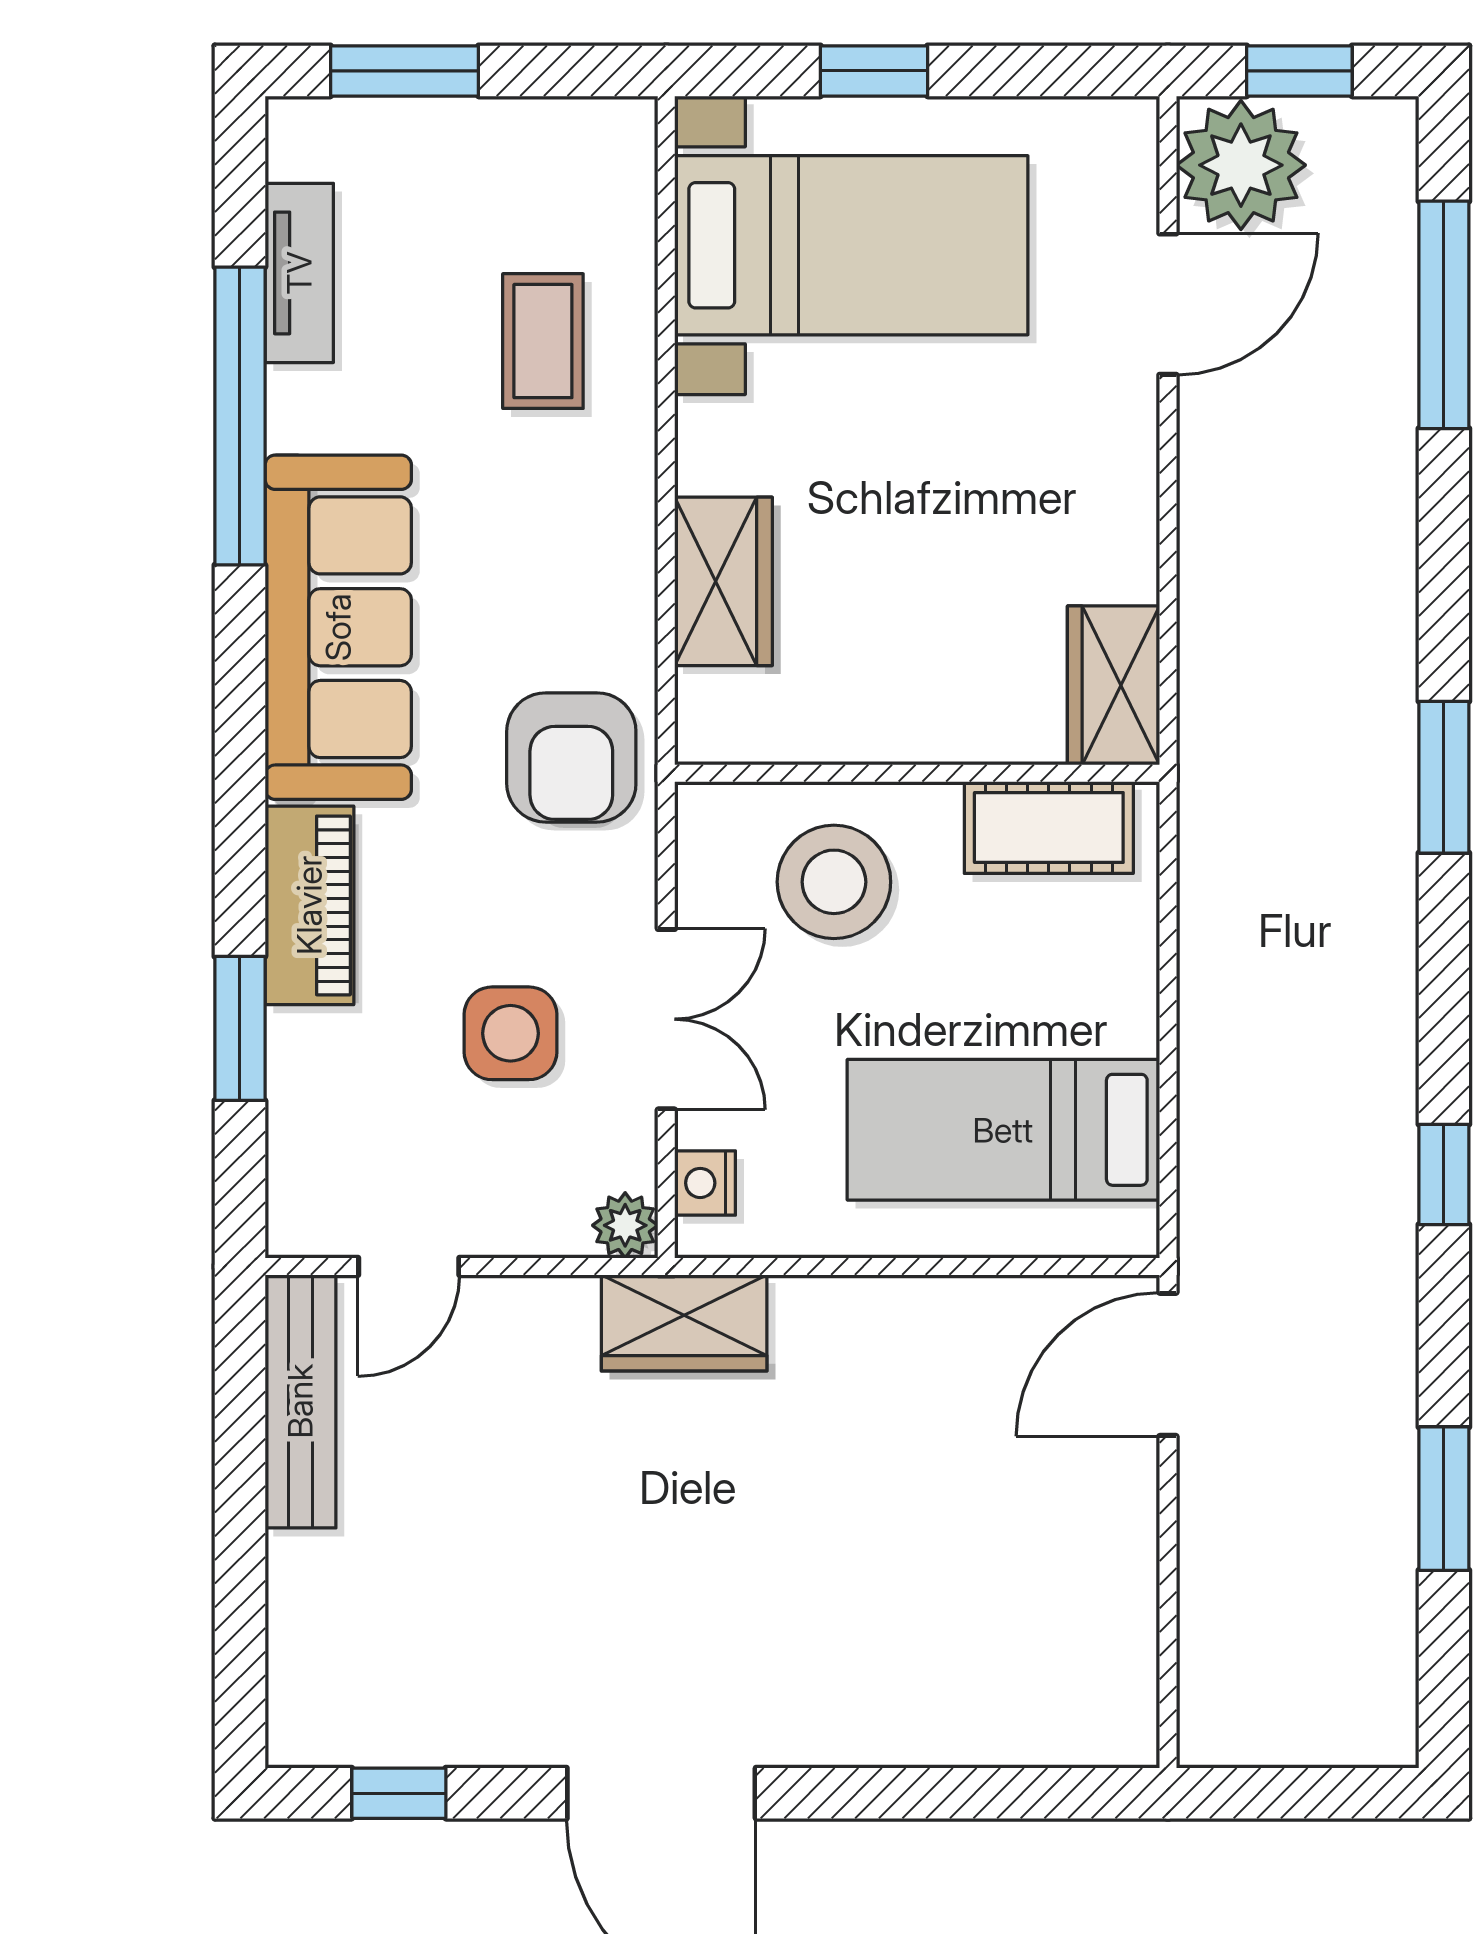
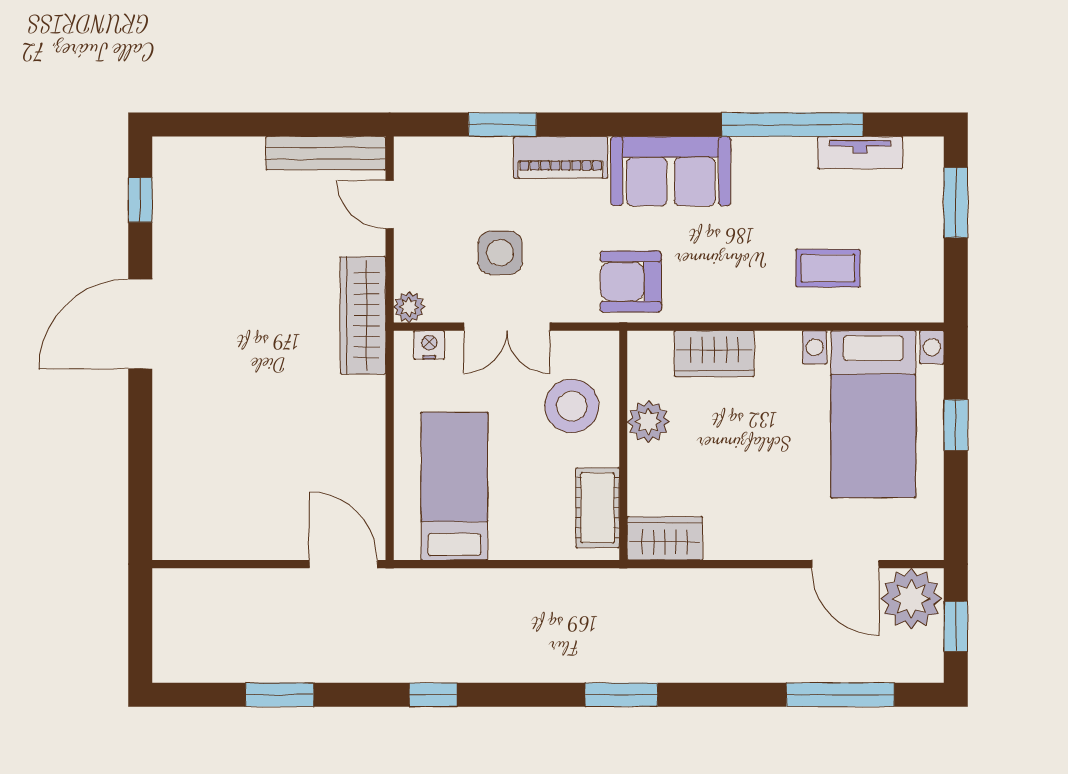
sofa: (338, 627) -> (671, 171), width x0.73
plant: (867, 720) -> (648, 422), added
wardrobe: (684, 1323) -> (363, 315), width x1.50

